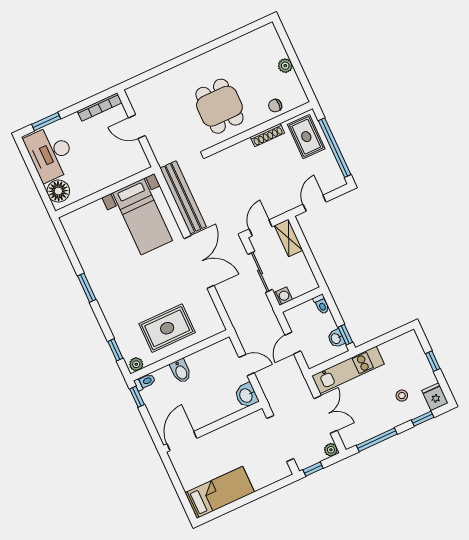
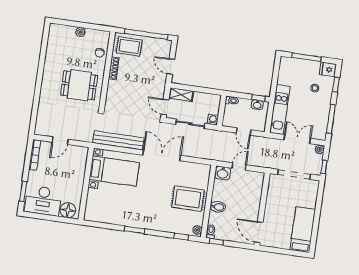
rug: (167, 328) -> (188, 199), turned 90
window: (433, 361) -> (306, 57), width x2.17
washbasin: (246, 395) -> (223, 173), moved

